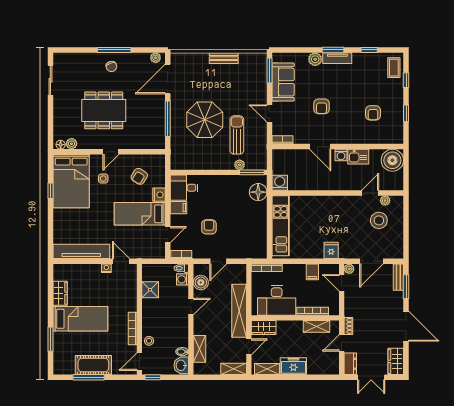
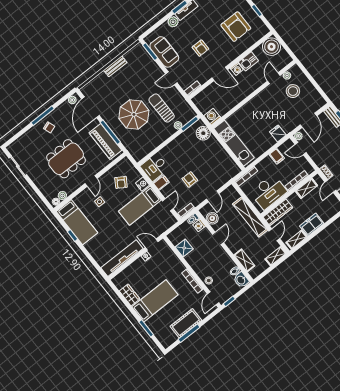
armchair: (373, 113) -> (236, 27), width x1.88, depth x1.88
piano: (156, 124) -> (105, 141), added
bed: (71, 181) -> (77, 222), width x0.67
wardrobe: (264, 328) -> (278, 212), width x1.50

